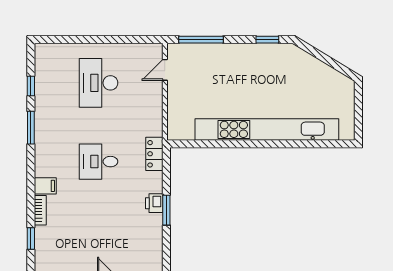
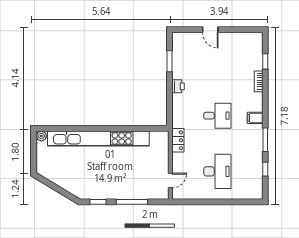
window: (201, 40) -> (132, 202), moved
plant: (347, 133) -> (41, 136), added
locker: (154, 154) -> (178, 140), moved
filing cabinet: (45, 186) -> (255, 118), moved
window: (166, 210) -> (169, 61), moved

